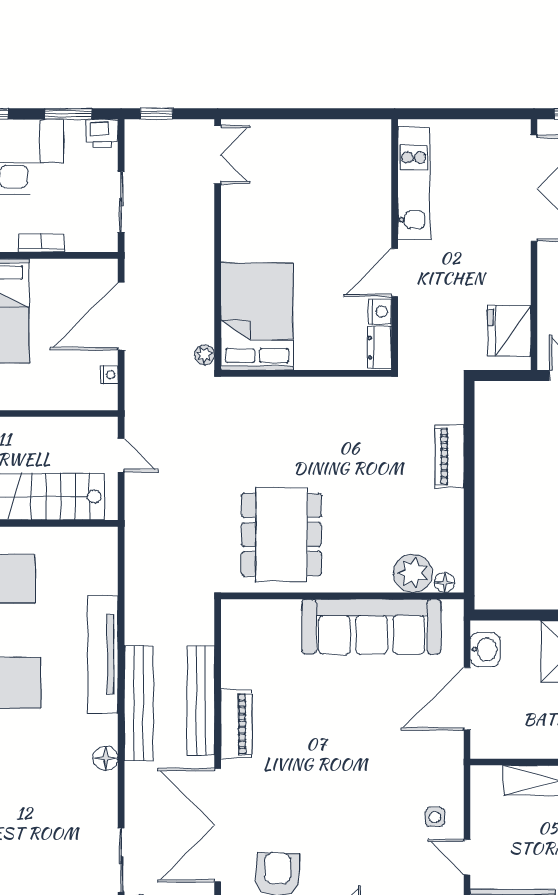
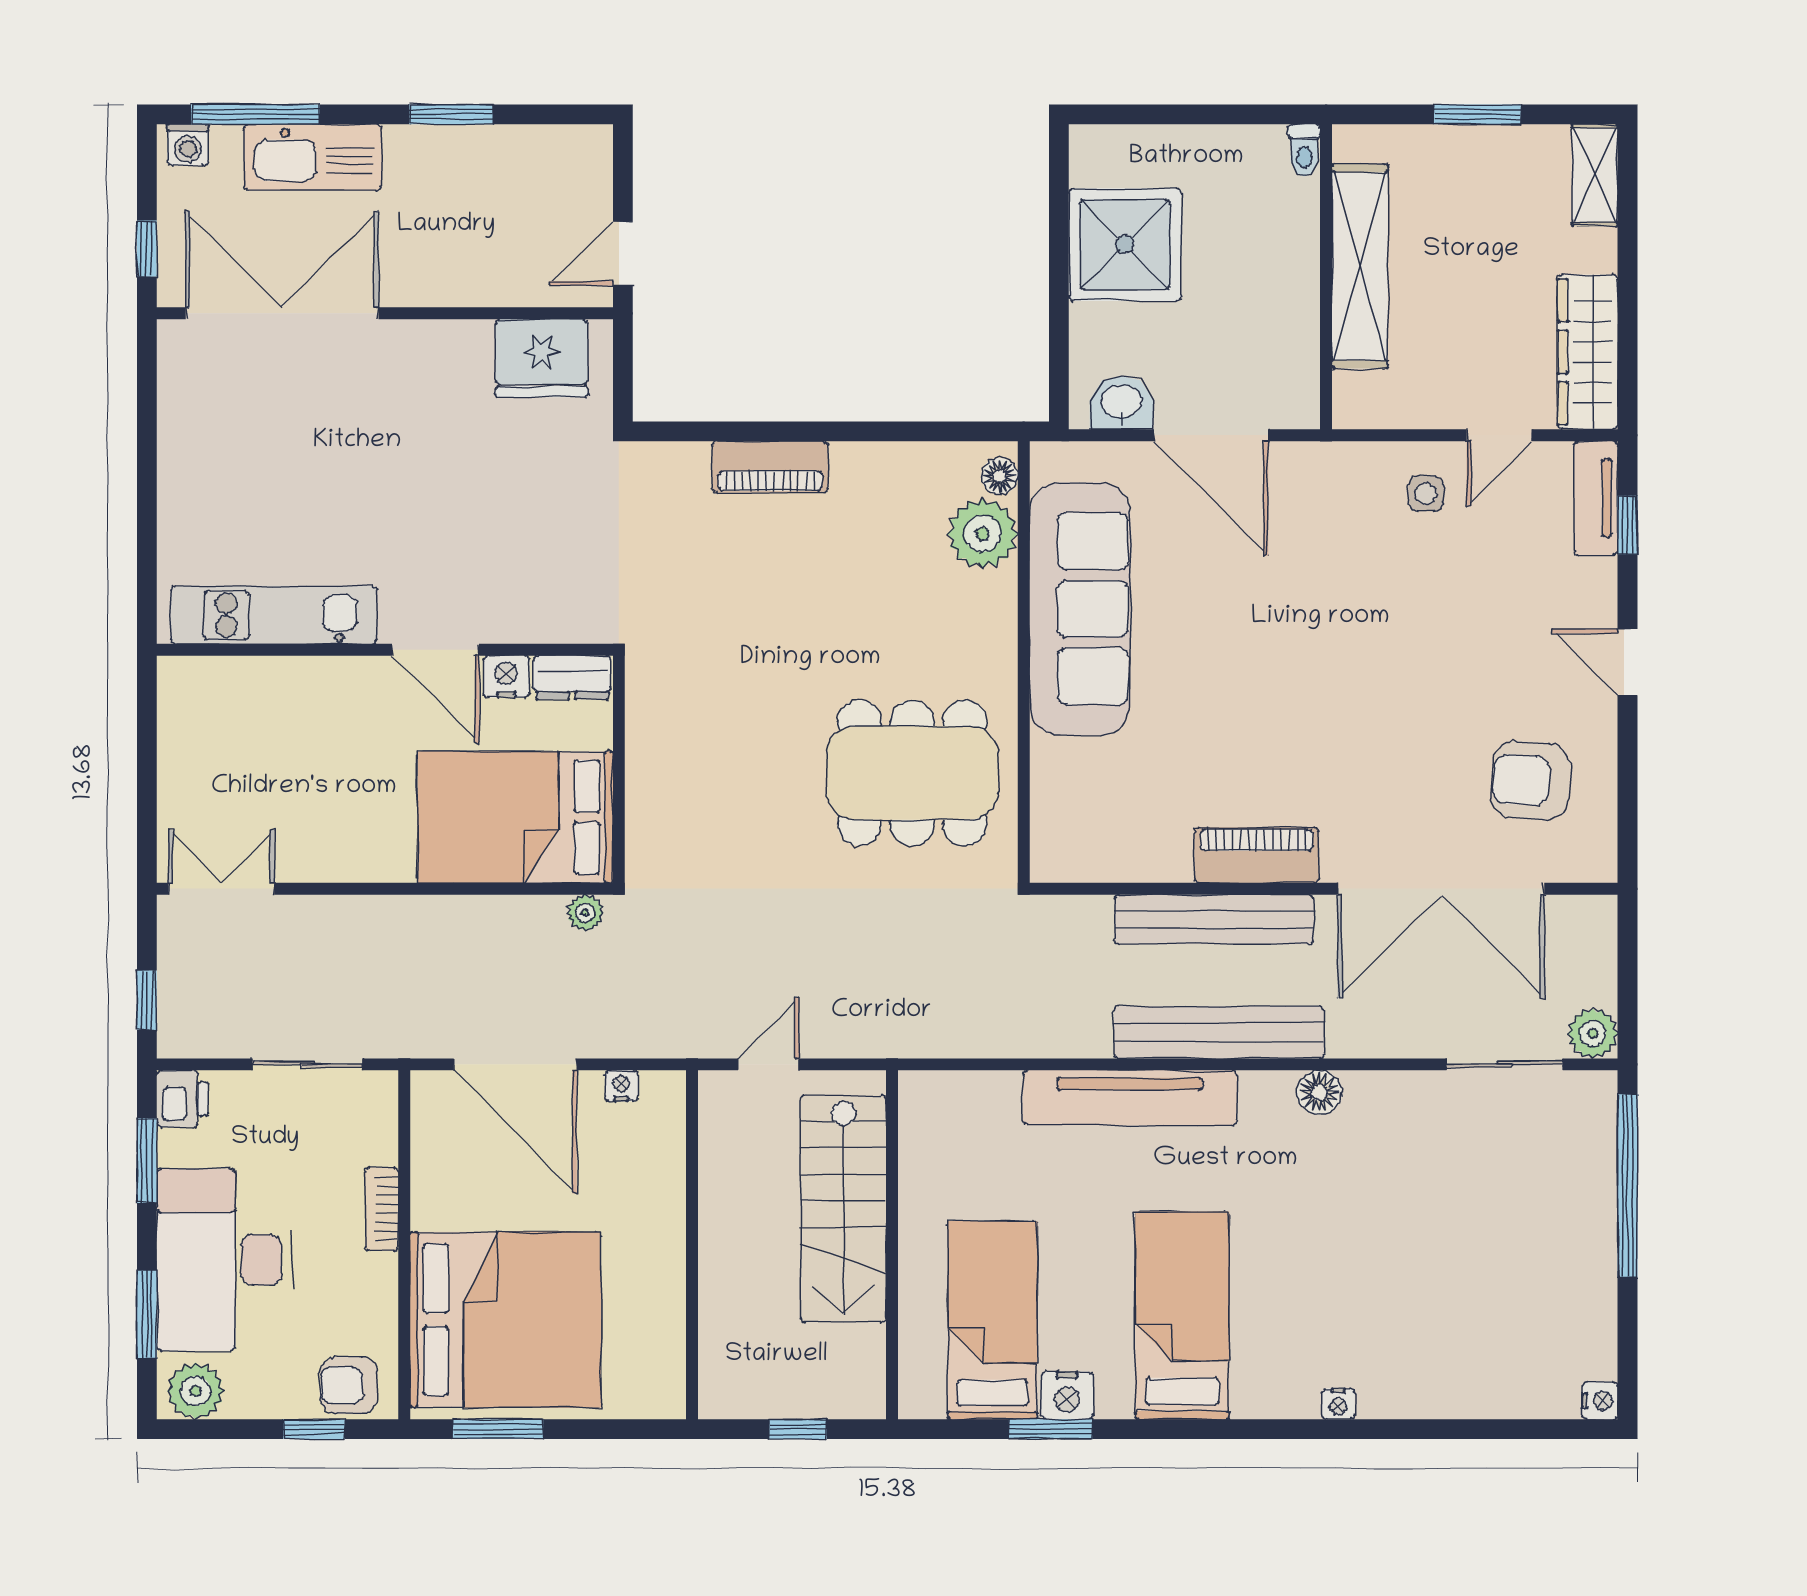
kitchen unit: (414, 184) -> (274, 615), moved
wall: (395, 245) -> (385, 650), moved
door: (395, 273) -> (436, 650), moved
nightstand: (380, 311) -> (506, 677), moved
dresser: (379, 348) -> (572, 678), moved

